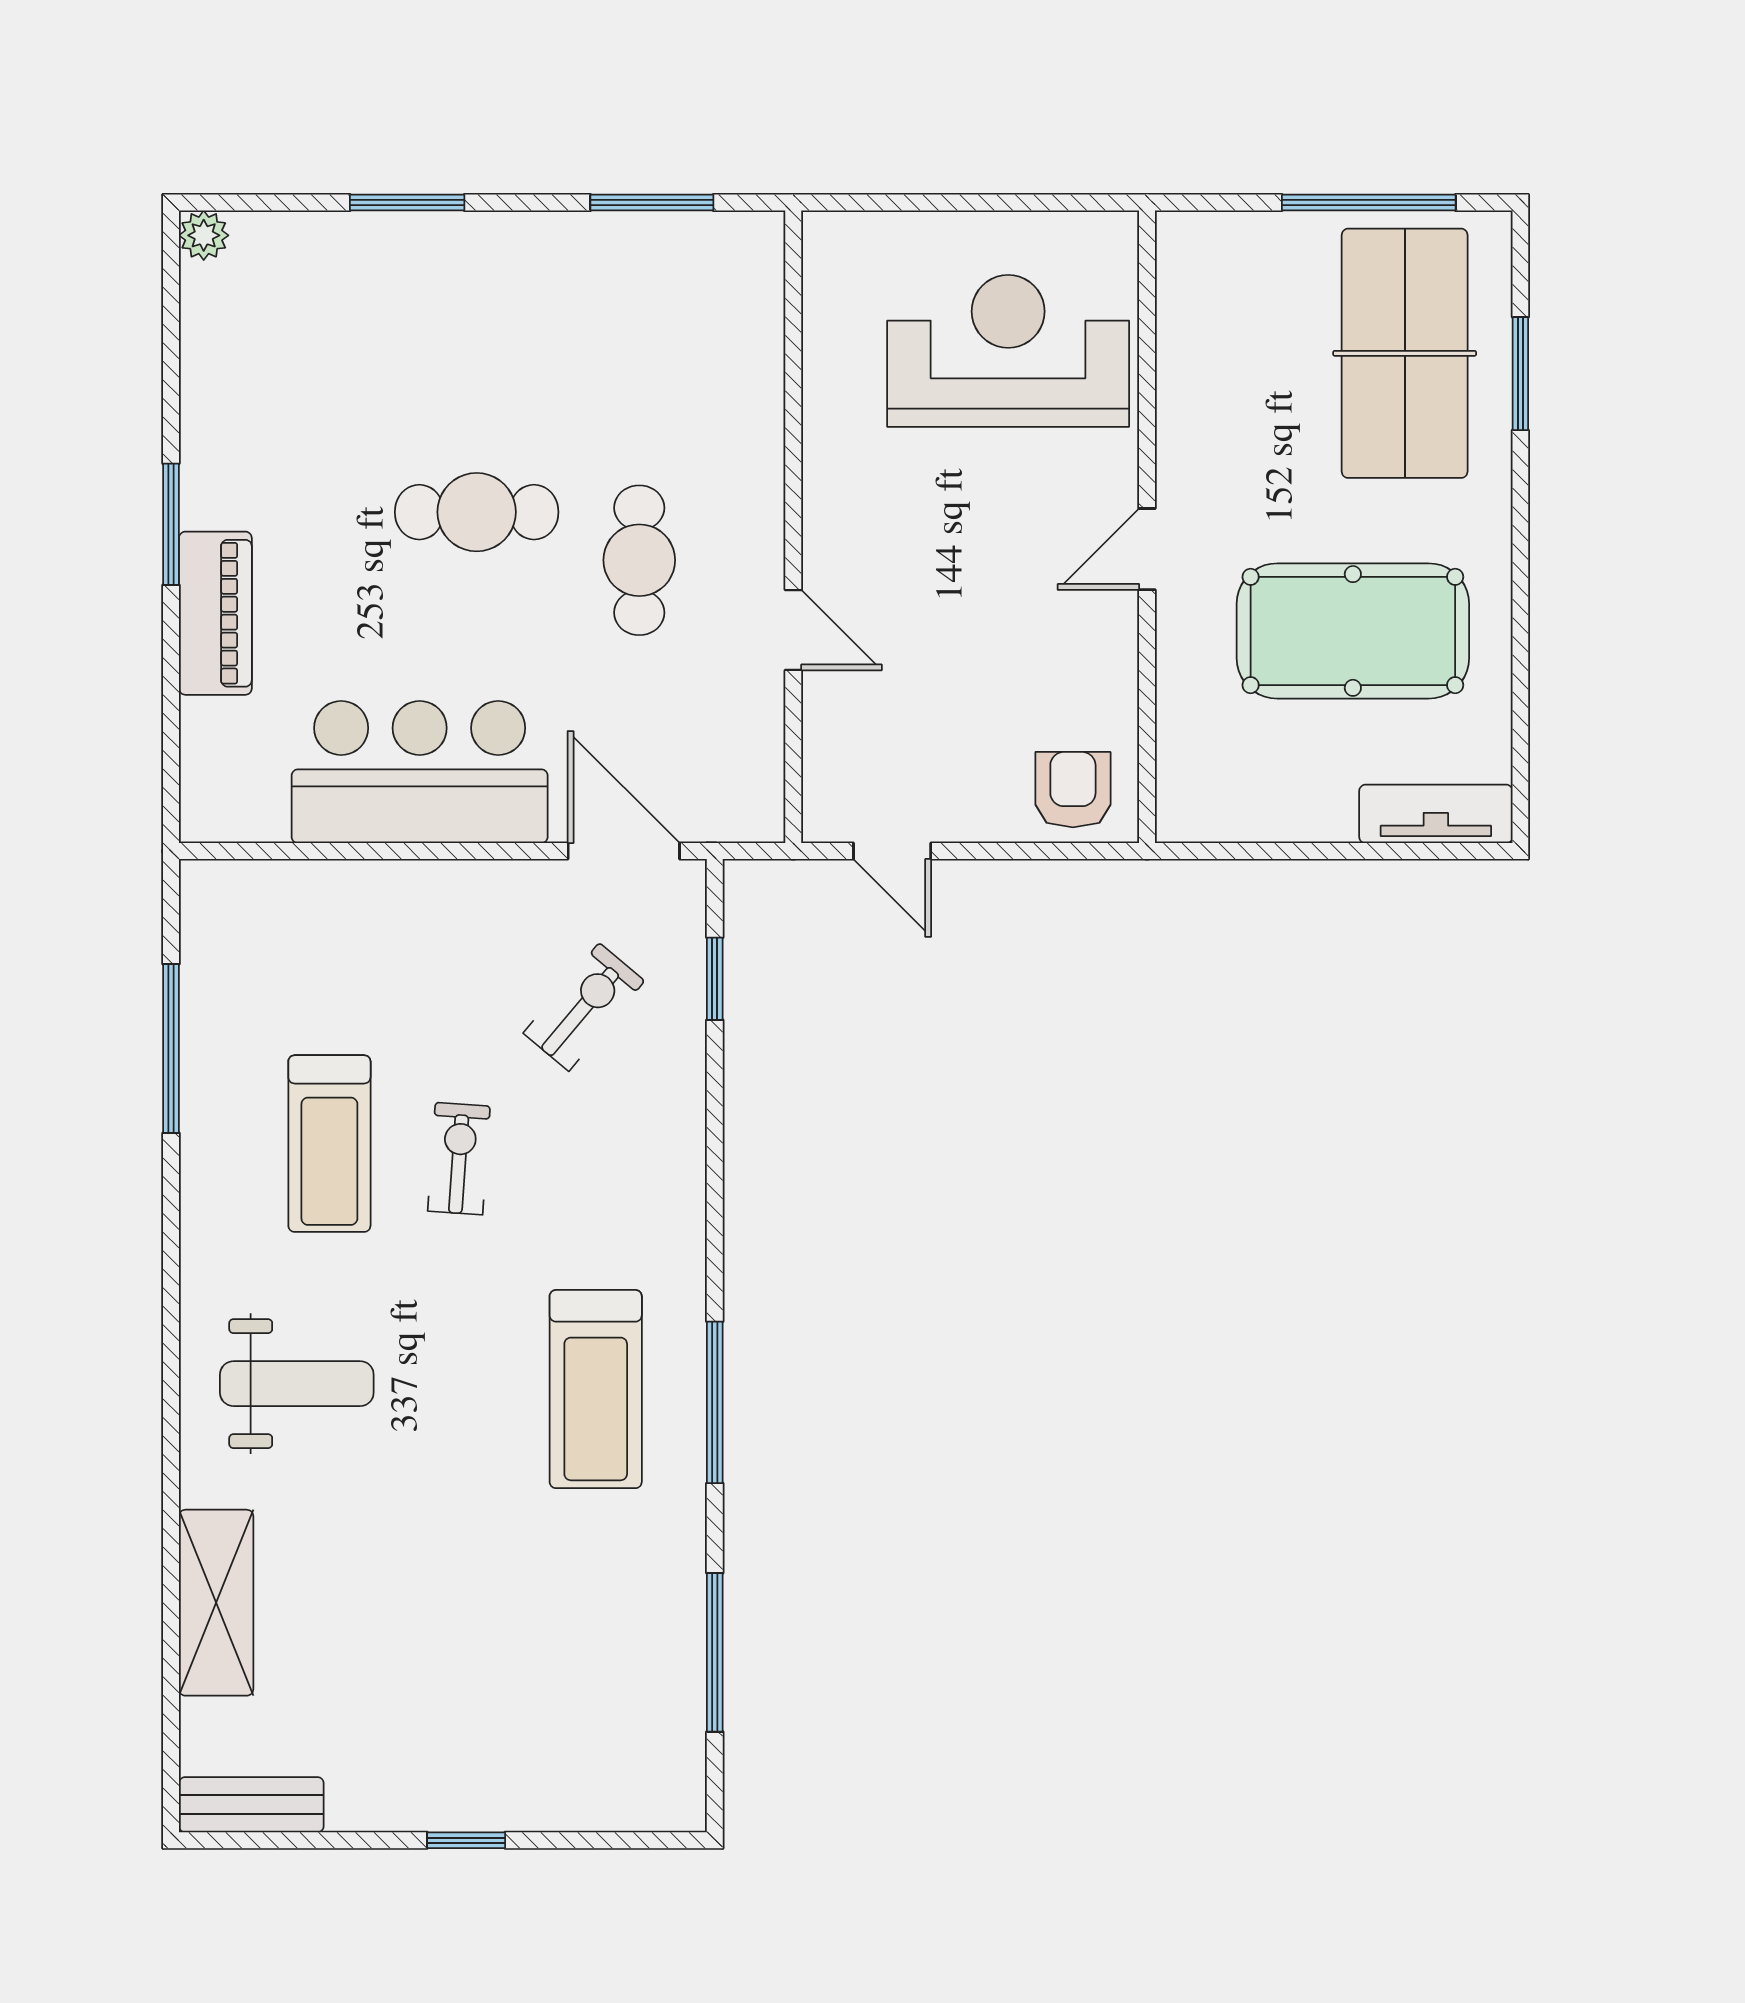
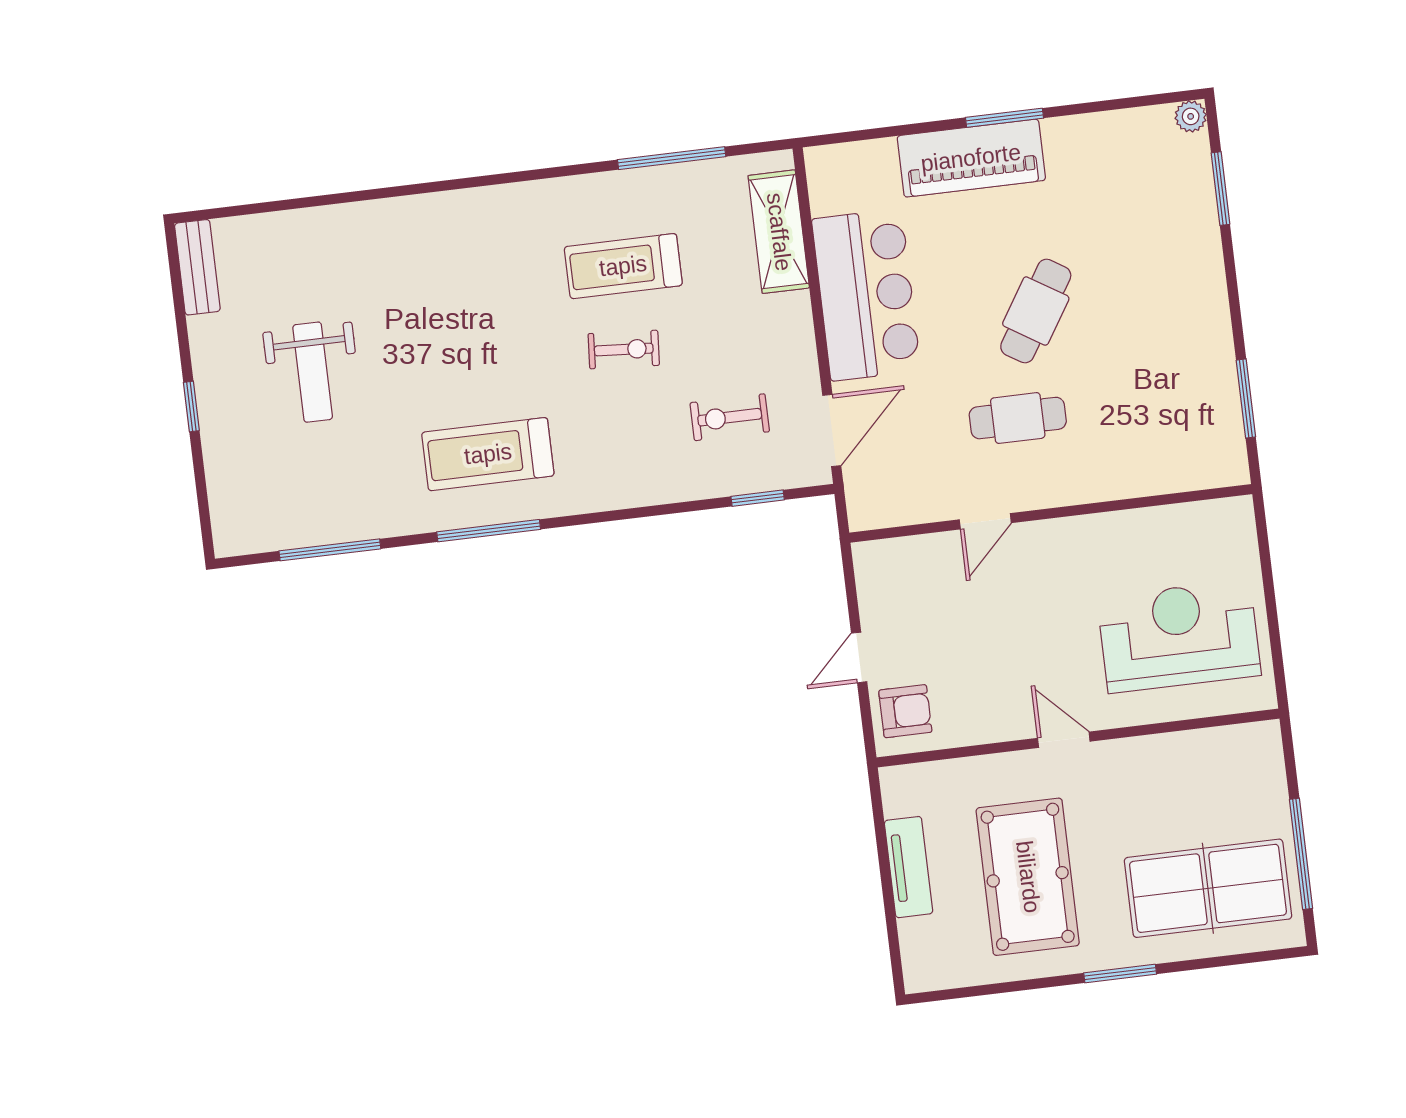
window: (407, 203) -> (1220, 189), moved
reception desk: (1008, 351) -> (1179, 636), turned -90
window: (1520, 374) -> (1120, 974), moved
cafe table: (477, 512) -> (1036, 311), turned 32
piano: (215, 613) -> (971, 158), width x1.37, depth x1.33
tv unit: (1436, 814) -> (909, 867), moved
door: (892, 851) -> (859, 657), moved
exercise bike: (584, 1007) -> (730, 417), turned 140
weight bench: (297, 1384) -> (313, 372), moved
shelving: (216, 1603) -> (779, 232), moved, turned 90

